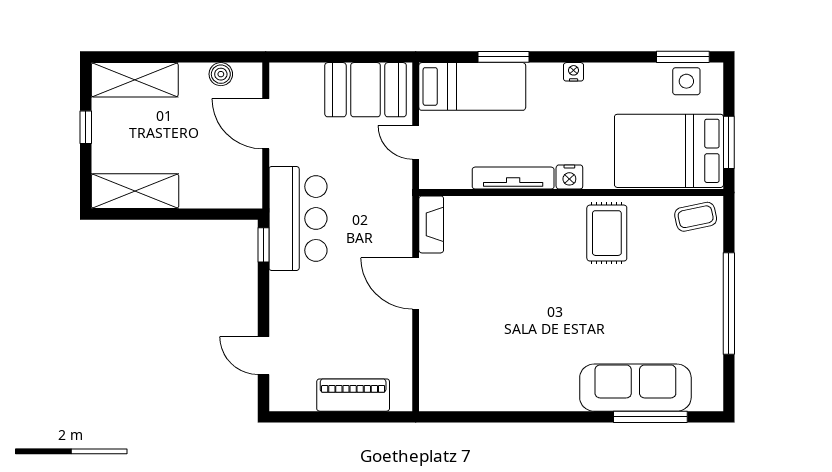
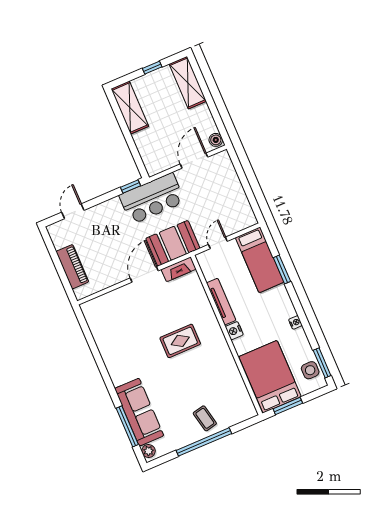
nightstand: (574, 72) -> (295, 322), moved
boiler: (221, 74) -> (216, 140), moved
booth: (366, 90) -> (173, 243), moved, turned 90
coffee table: (696, 217) -> (205, 418), moved
rug: (607, 233) -> (180, 341), moved
plant: (705, 400) -> (148, 451), added

